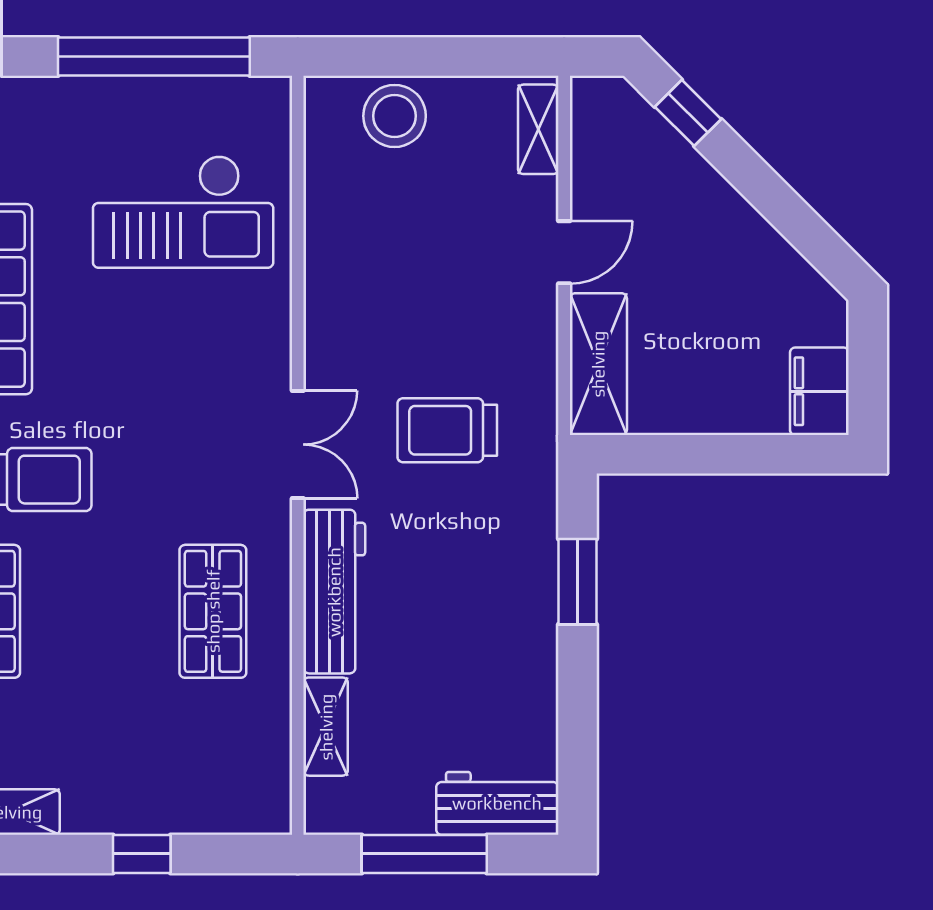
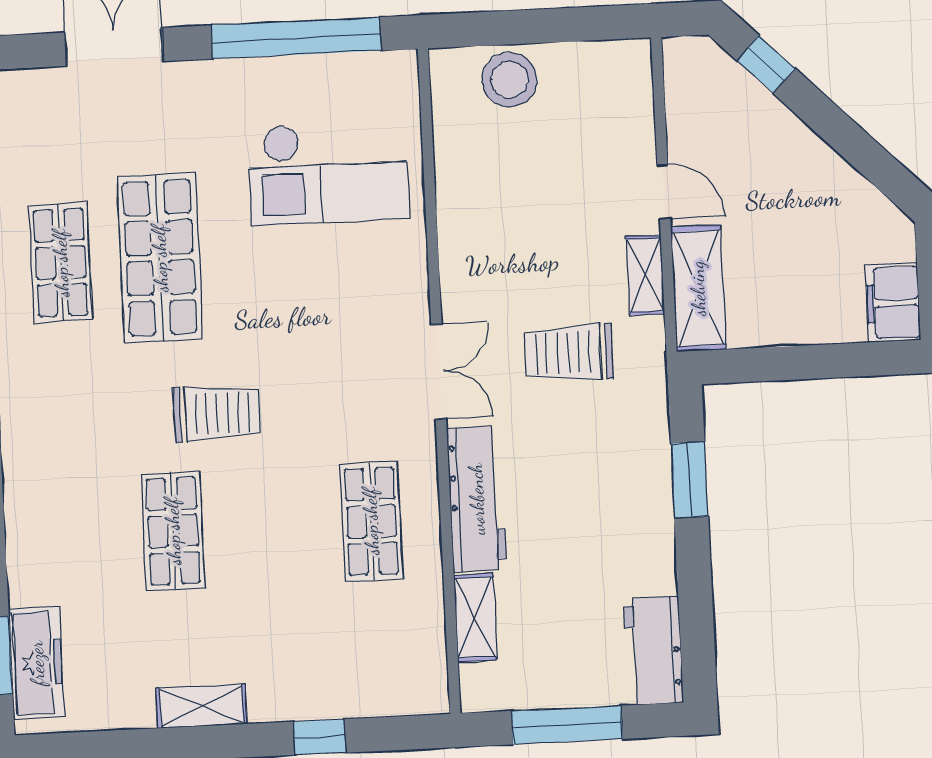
shelving: (538, 129) -> (645, 275), moved
door: (564, 252) -> (664, 192), hinge flipped
workbench: (497, 803) -> (653, 650), moved, turned -90

